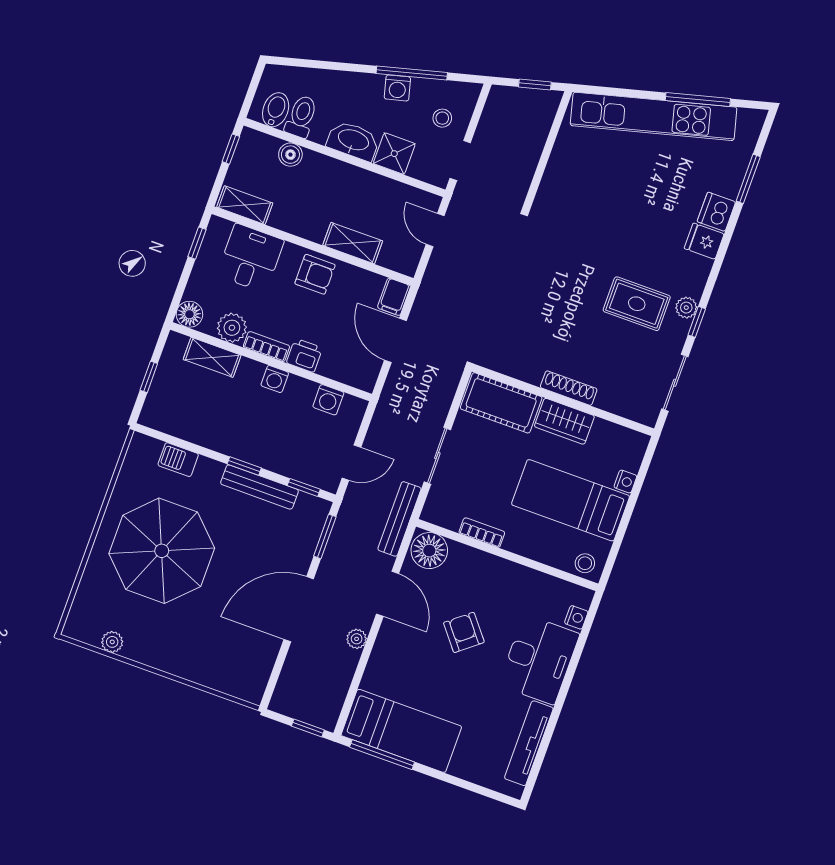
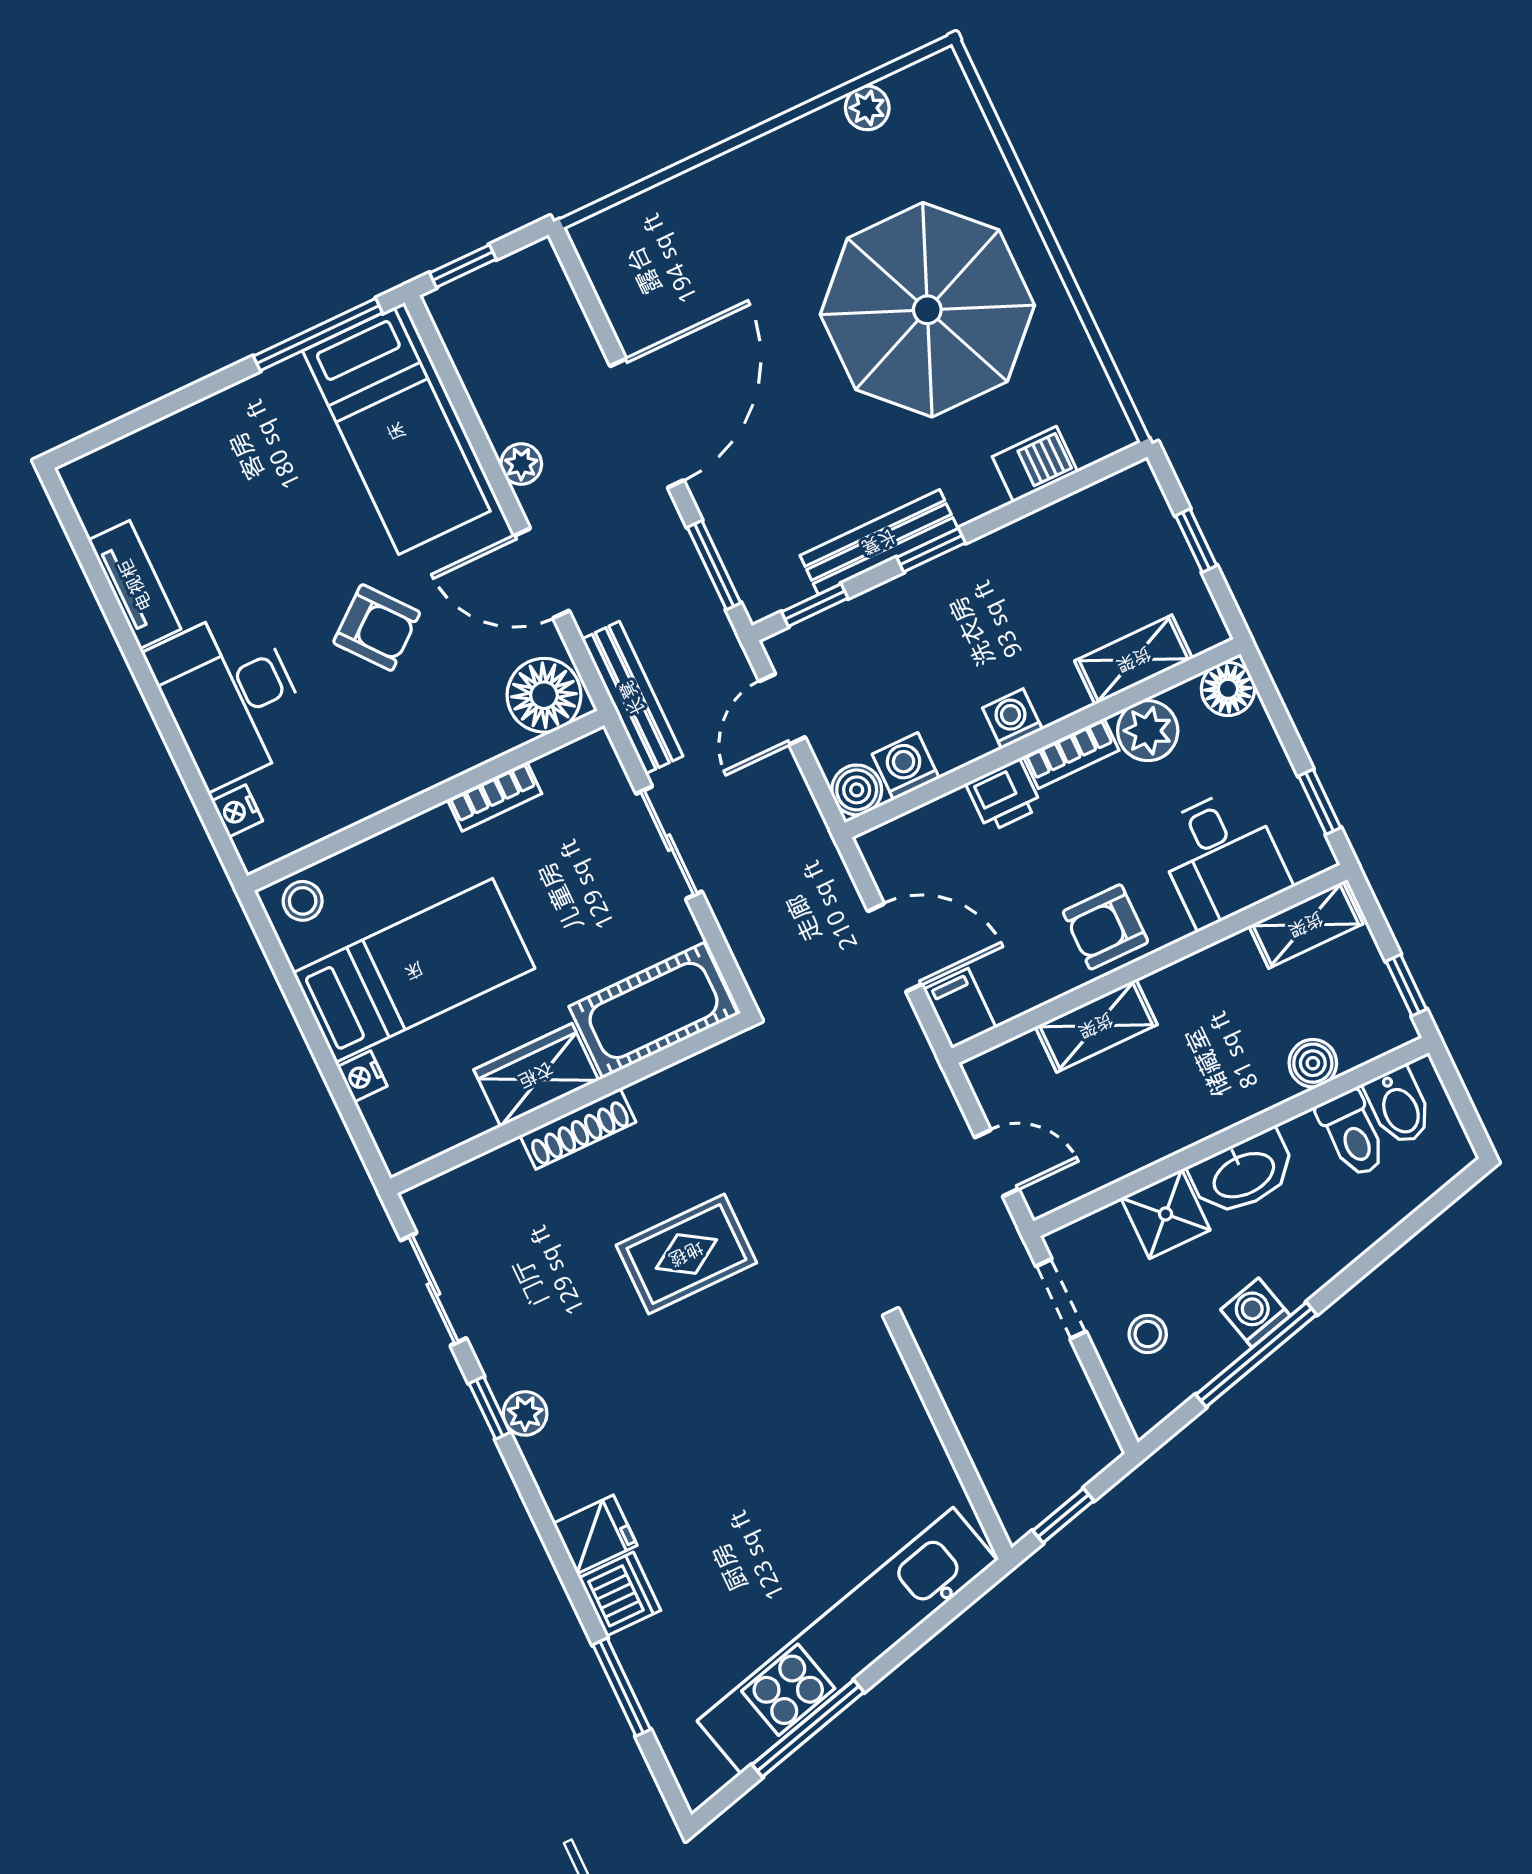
rug: (637, 304) -> (686, 1254), moved
boiler: (354, 409) -> (857, 790), added
bed: (401, 731) -> (396, 431), moved, turned -90
tv unit: (529, 743) -> (135, 585), width x0.71

